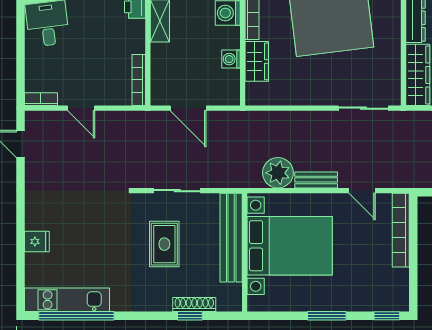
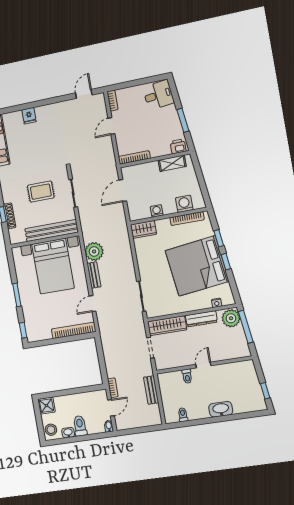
wardrobe: (257, 61) -> (143, 229), moved

